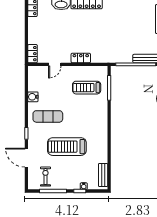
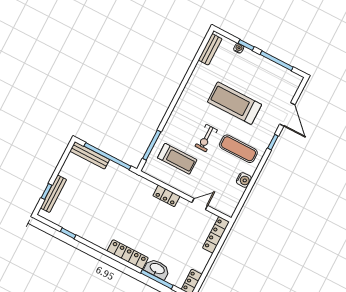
locker: (33, 54) -> (216, 235), width x1.53
treadmill: (67, 147) -> (235, 103), turned 180
exercise bike: (45, 177) -> (206, 138), moved

